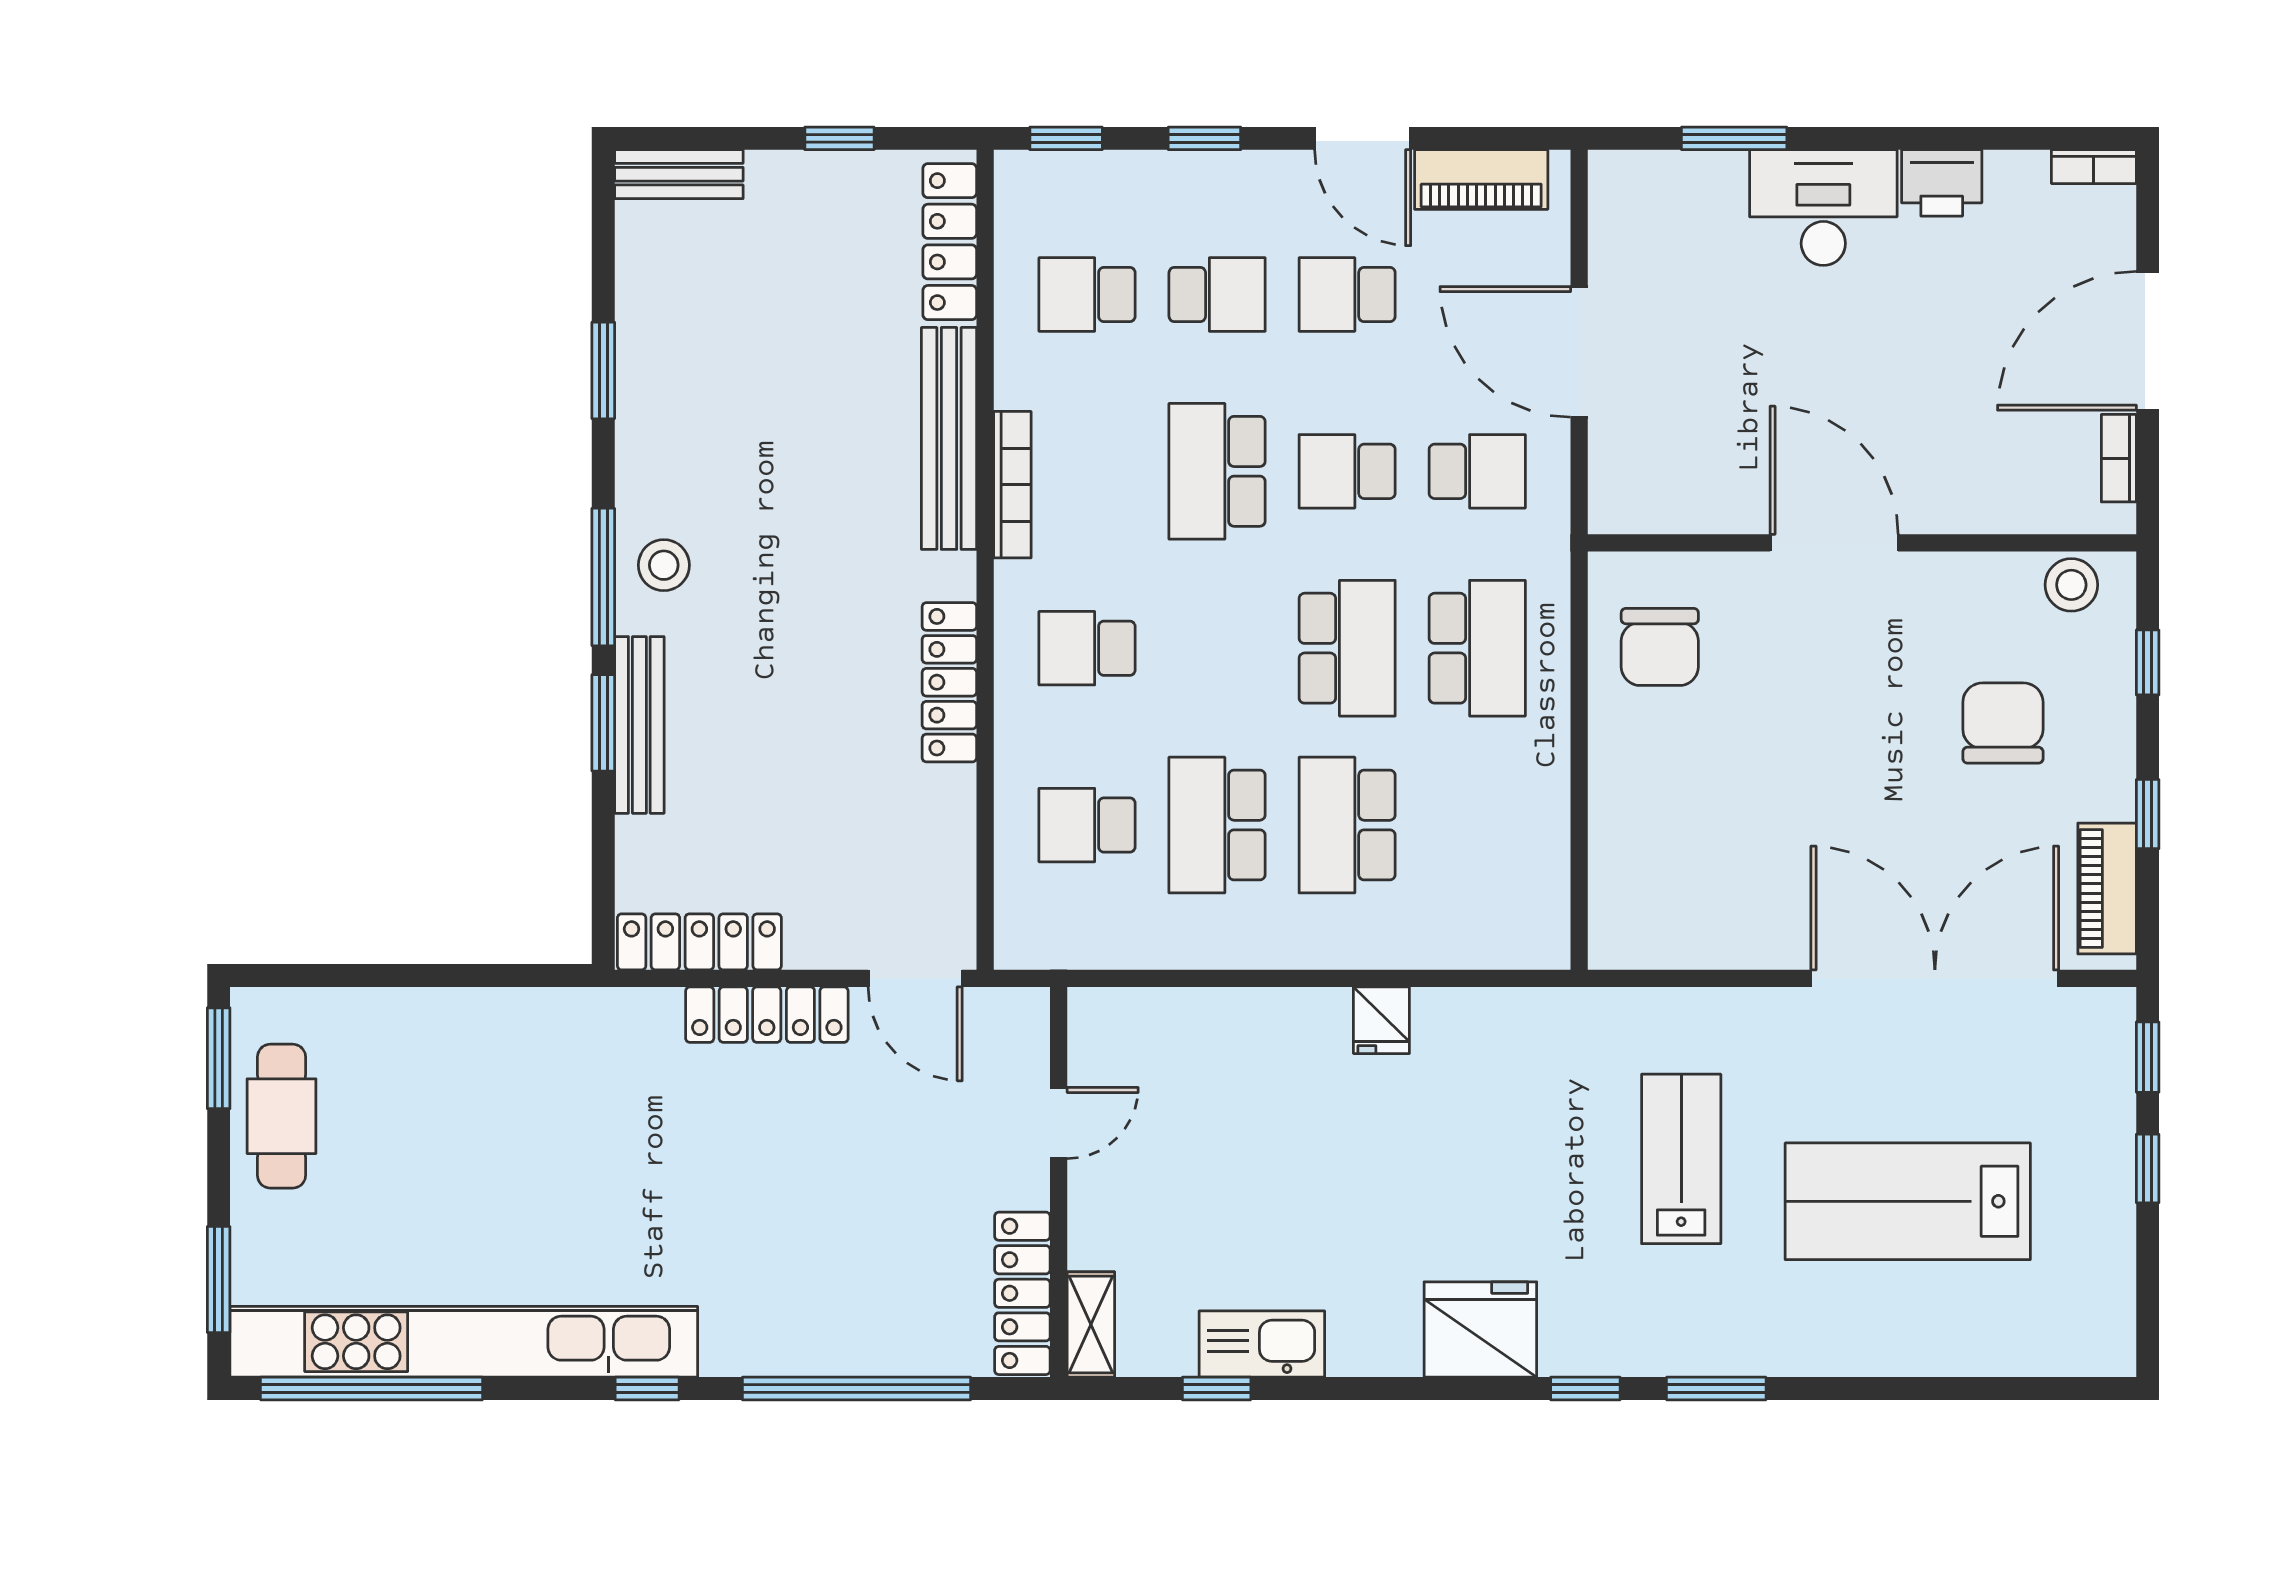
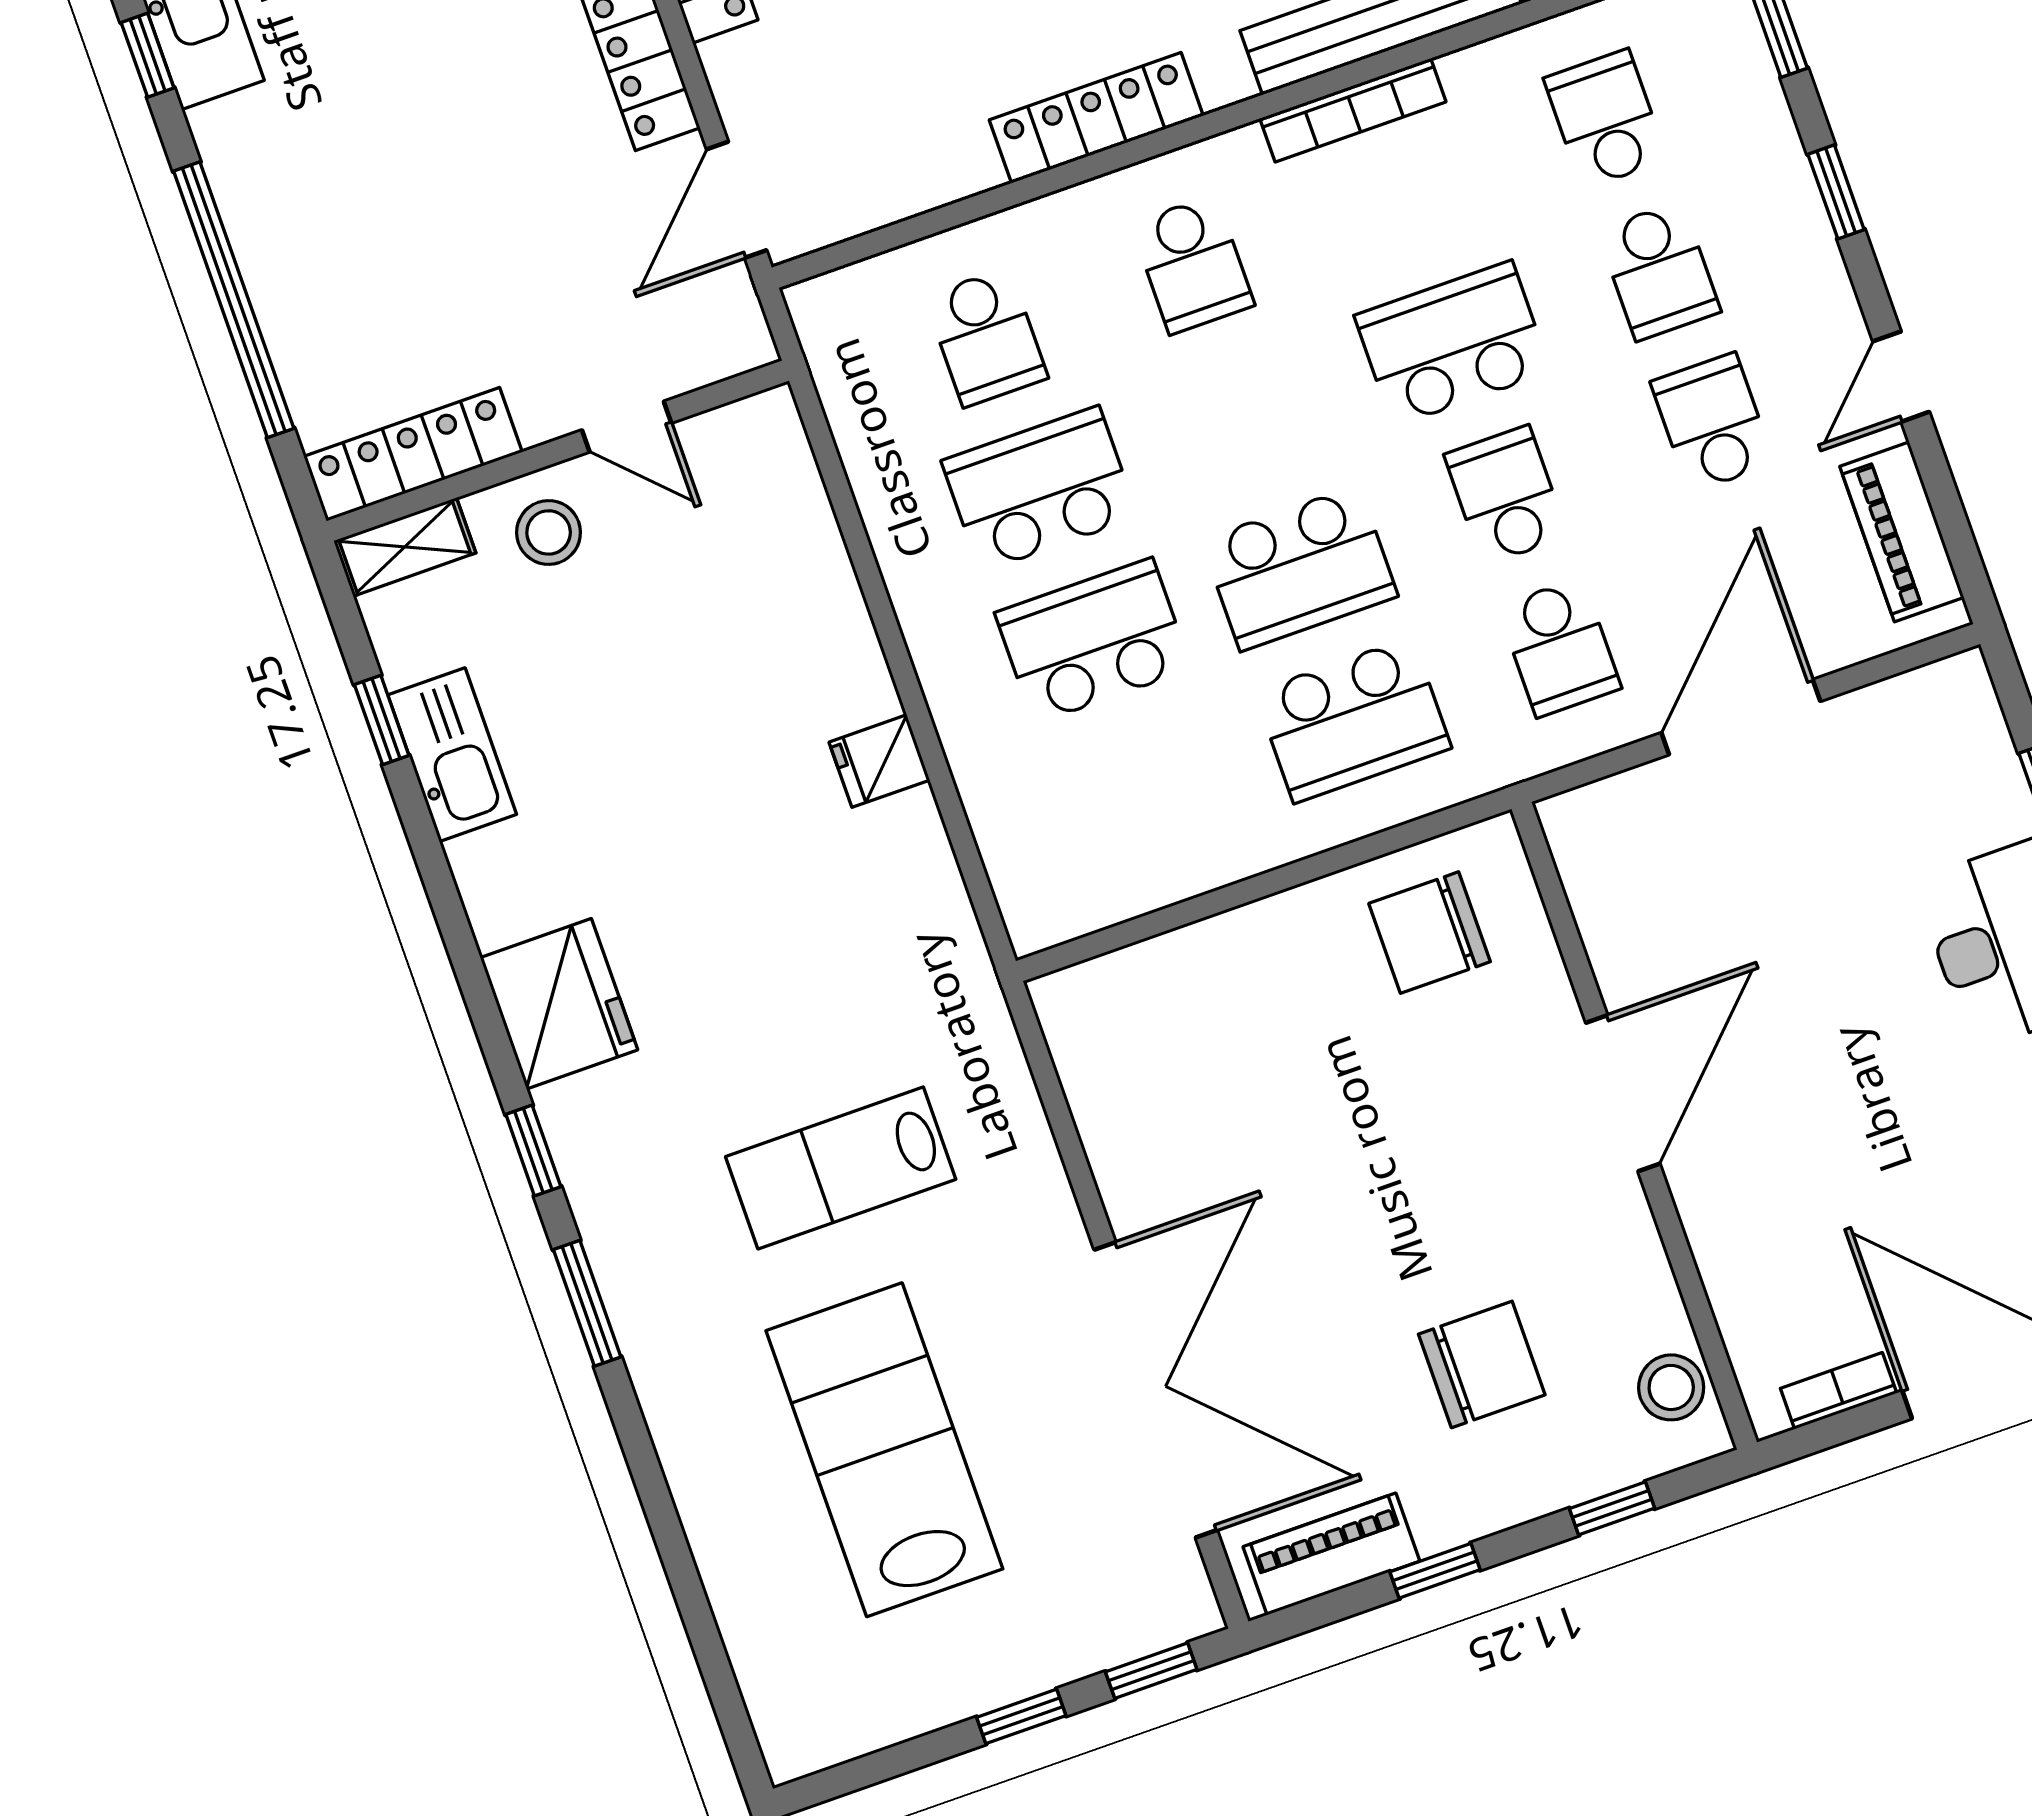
door: (1363, 138) -> (1901, 377), width x0.73
school desk: (1087, 648) -> (1193, 264), turned 180
school desk: (1087, 825) -> (986, 337), turned 180
lab bench: (1681, 1159) -> (841, 1168), turned 180
stool: (1118, 1211) -> (549, 532), added

